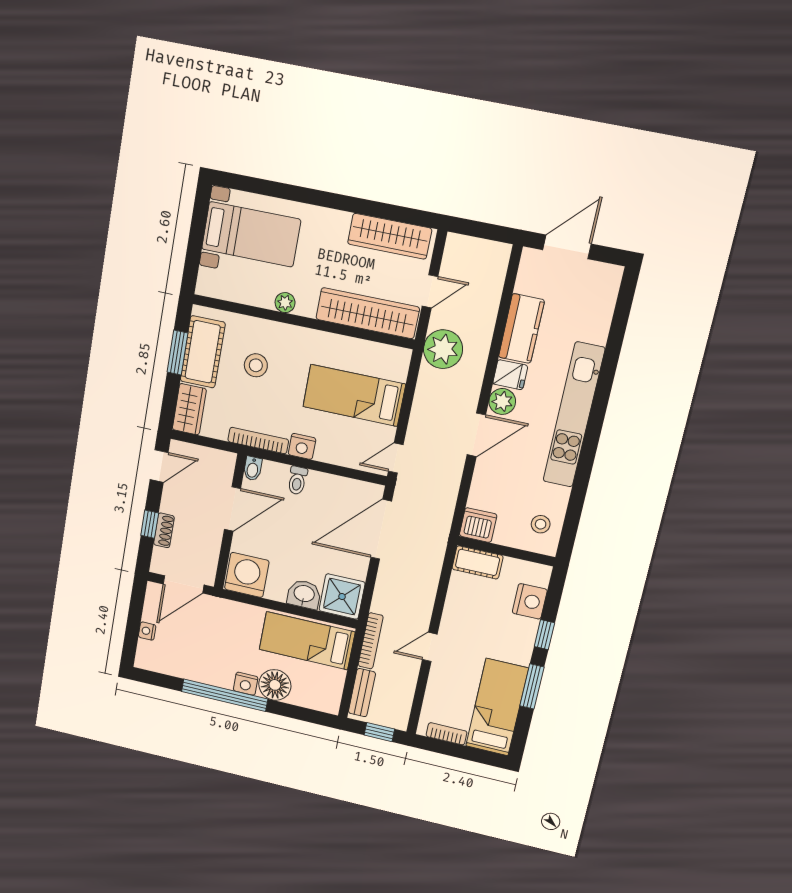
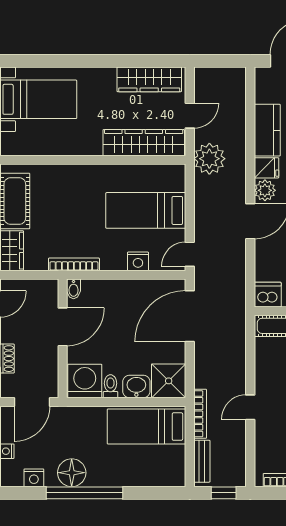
plant: (285, 303) -> (76, 148), removed
stool: (256, 365) -> (61, 203), removed
nightstand: (302, 446) -> (138, 261), moved
toilet: (297, 480) -> (110, 386), moved, turned 180
nightstand: (246, 684) -> (34, 478), moved
floor lamp: (275, 685) -> (72, 473), moved

